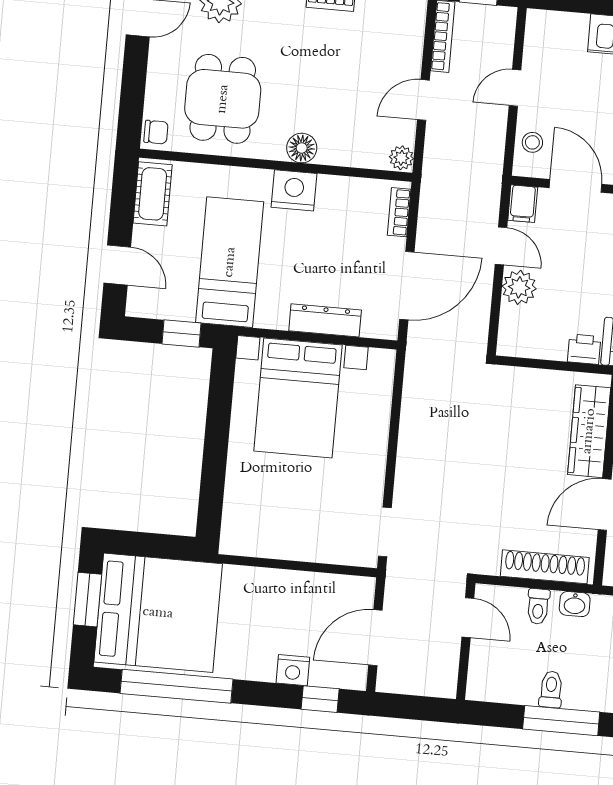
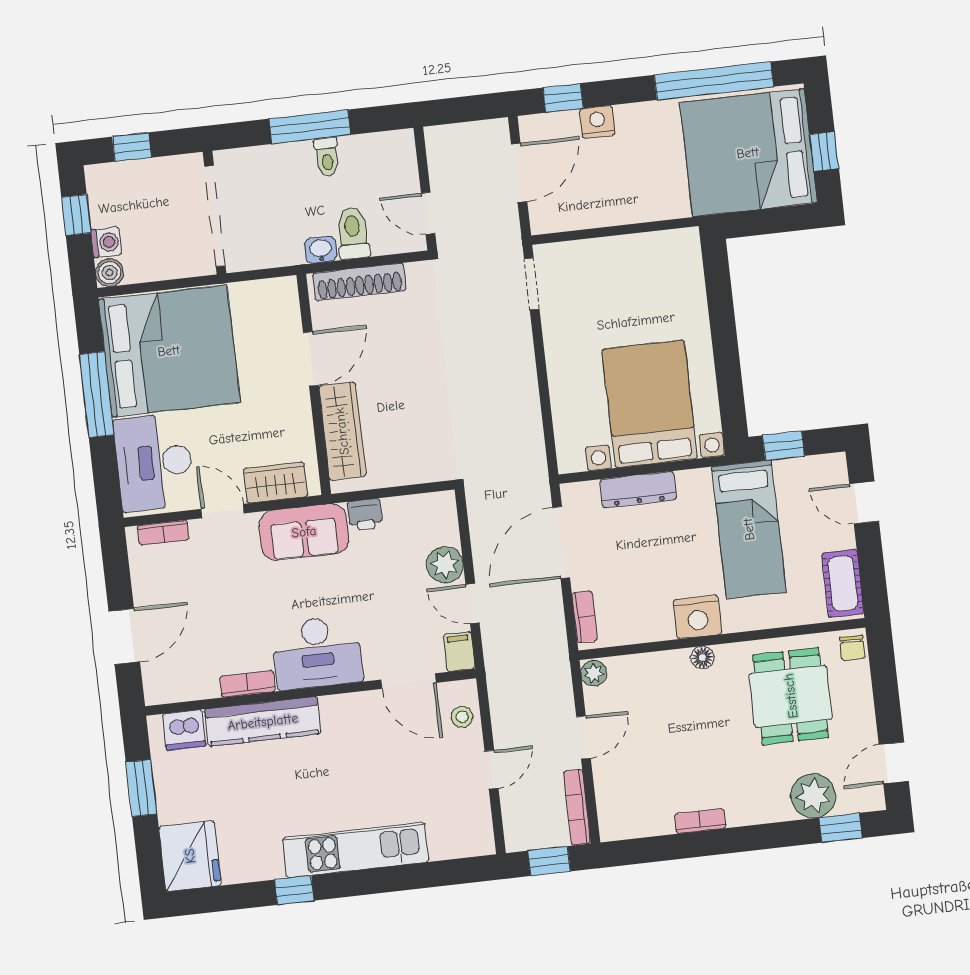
chair: (156, 132) -> (852, 648), turned -90
floor lamp: (302, 148) -> (702, 658), width x0.73, depth x0.73
window: (87, 600) -> (824, 151), width x0.67
toilet: (538, 606) -> (353, 233), width x1.37, depth x1.39

